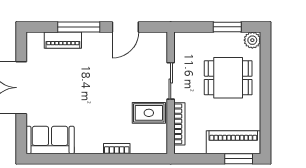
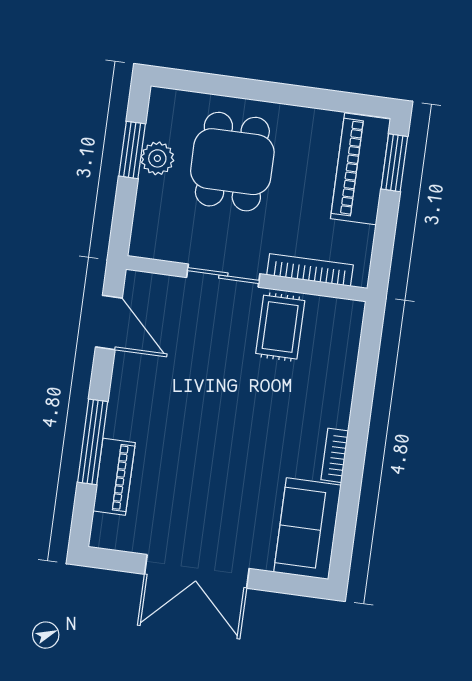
door: (125, 27) -> (109, 323), moved
plant: (252, 40) -> (157, 158), moved
bookcase: (117, 149) -> (335, 455), moved

